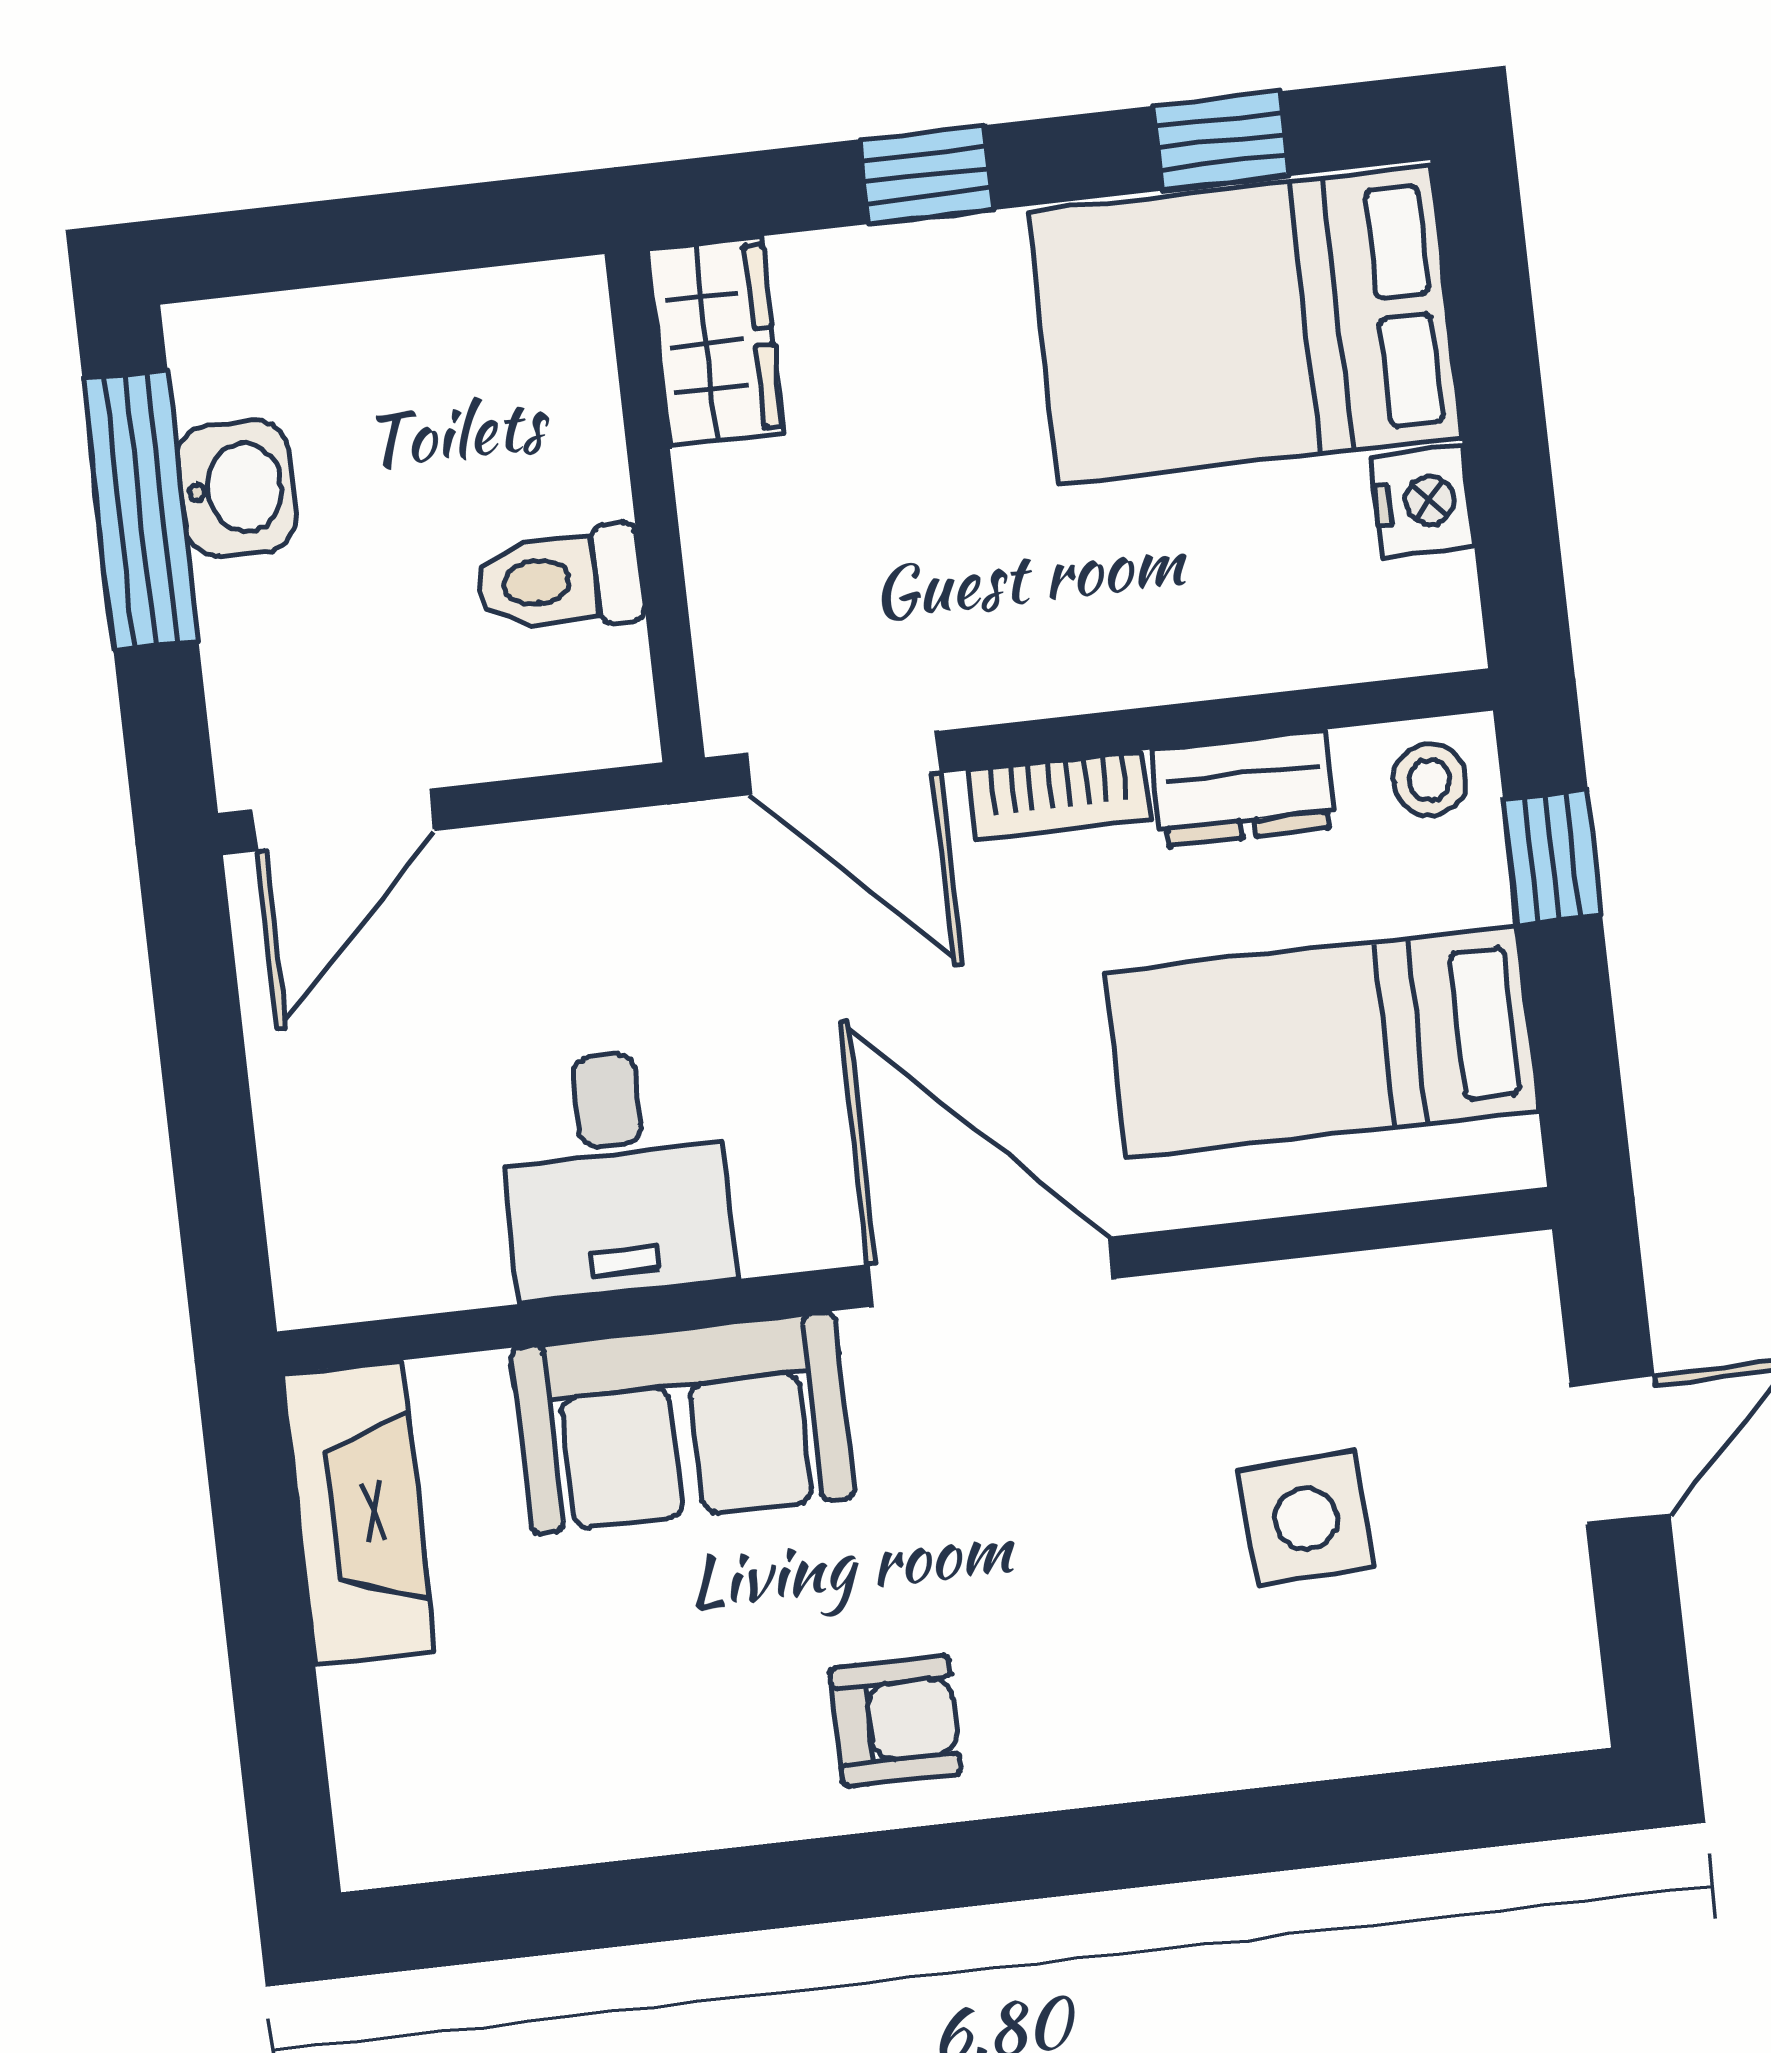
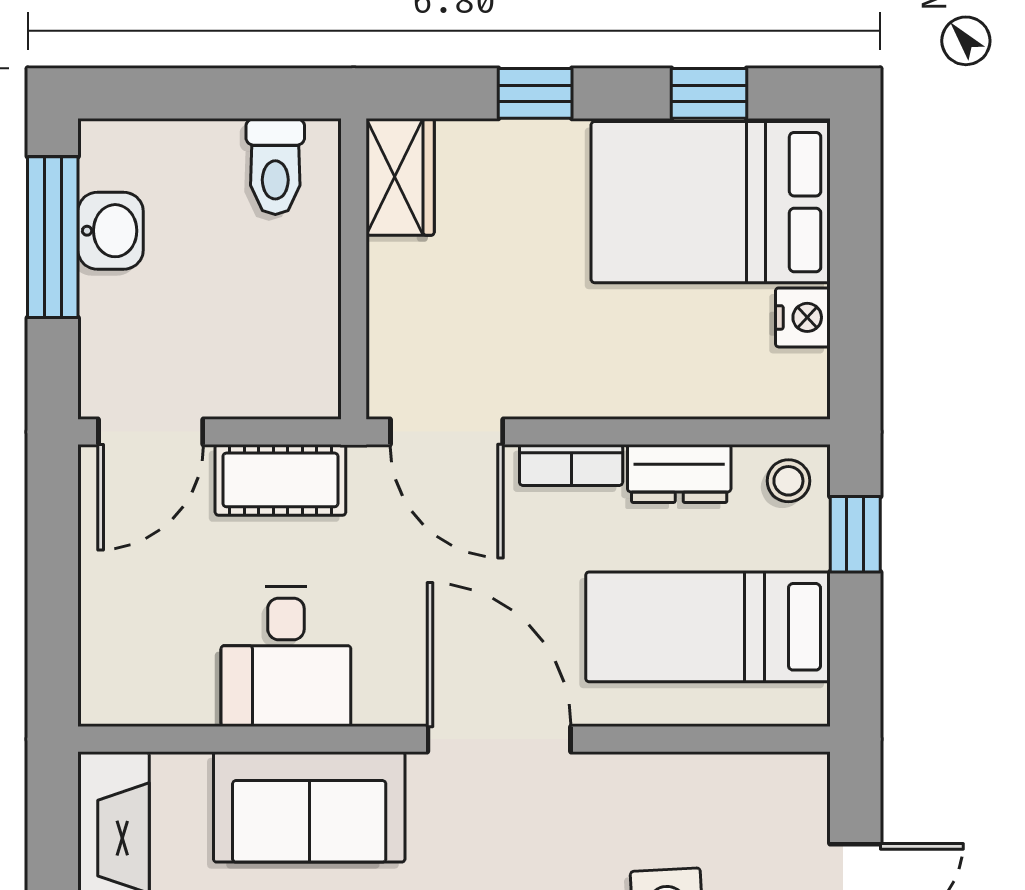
toilet: (560, 580) -> (275, 167), moved, turned -90
cot: (572, 876) -> (280, 480), added

